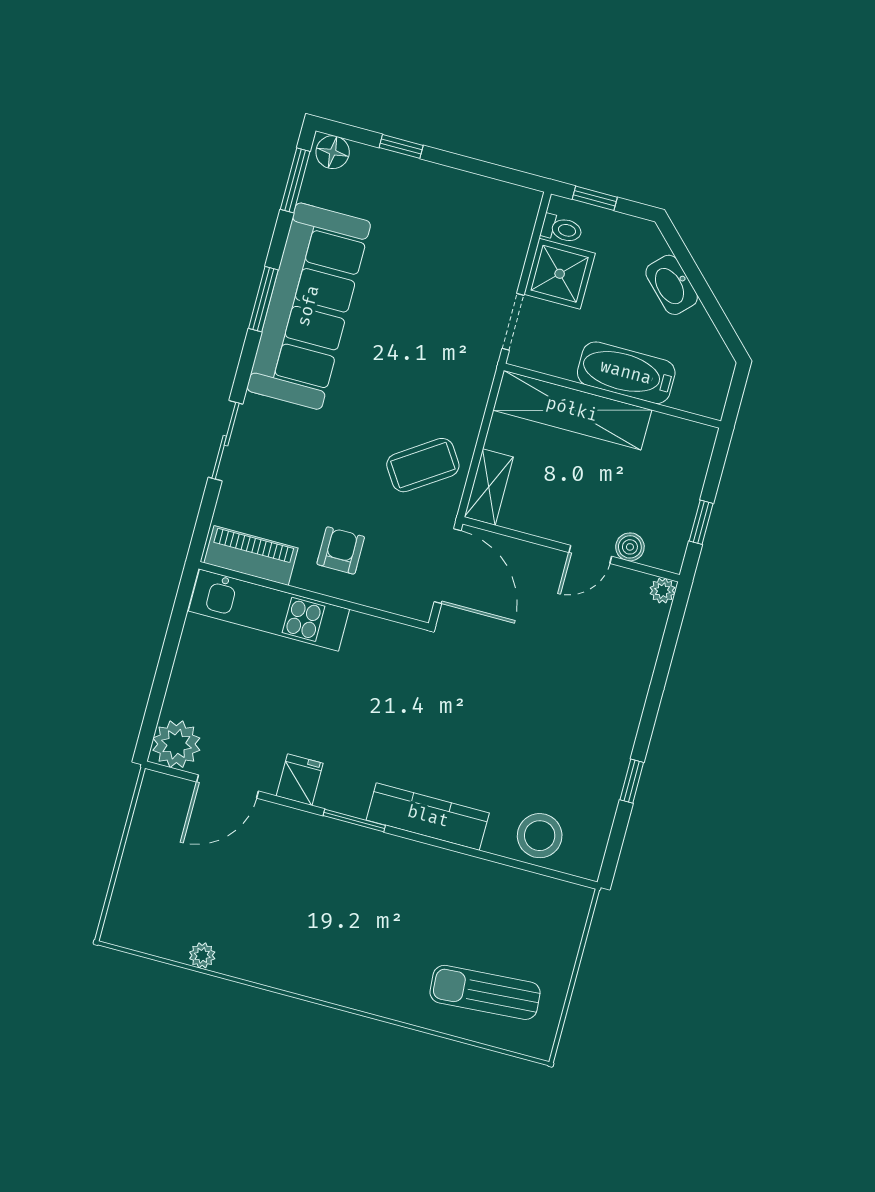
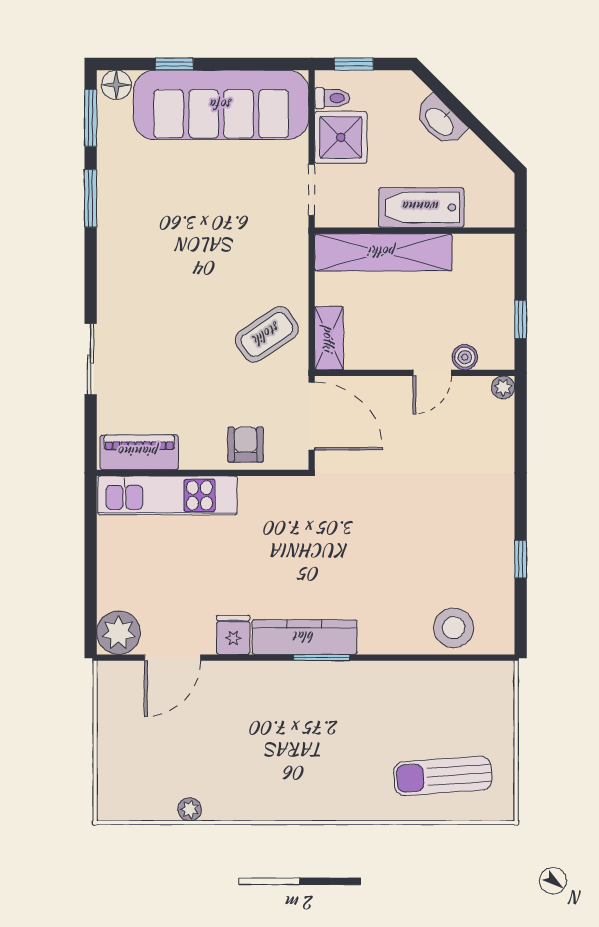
window: (263, 299) -> (91, 198), moved
sofa: (309, 306) -> (221, 105), moved, turned 90
armchair: (341, 550) -> (245, 445), moved
kitchen counter: (428, 817) -> (304, 637), moved
window: (354, 820) -> (322, 658), moved

